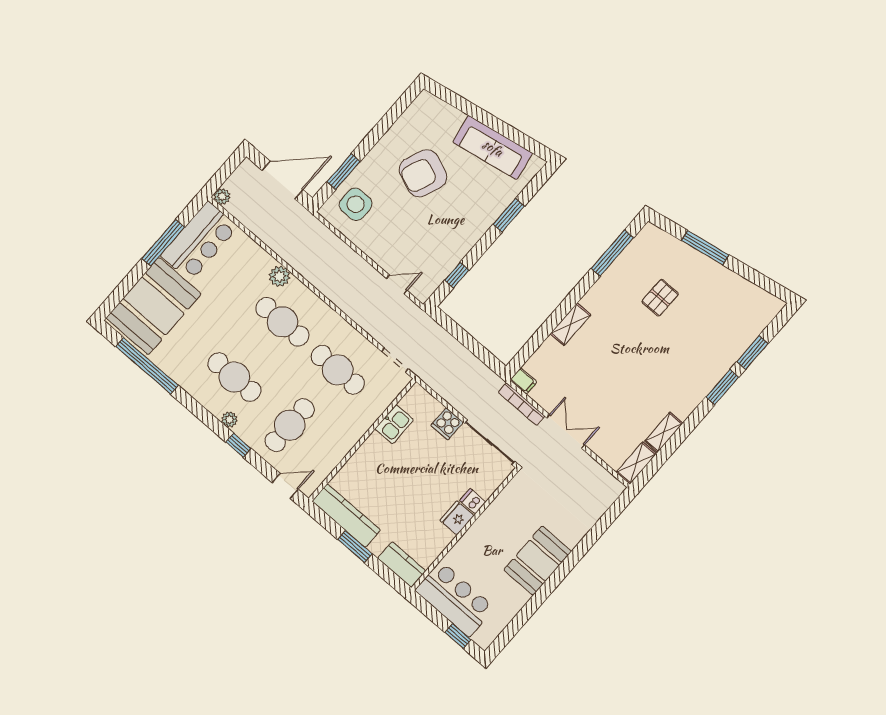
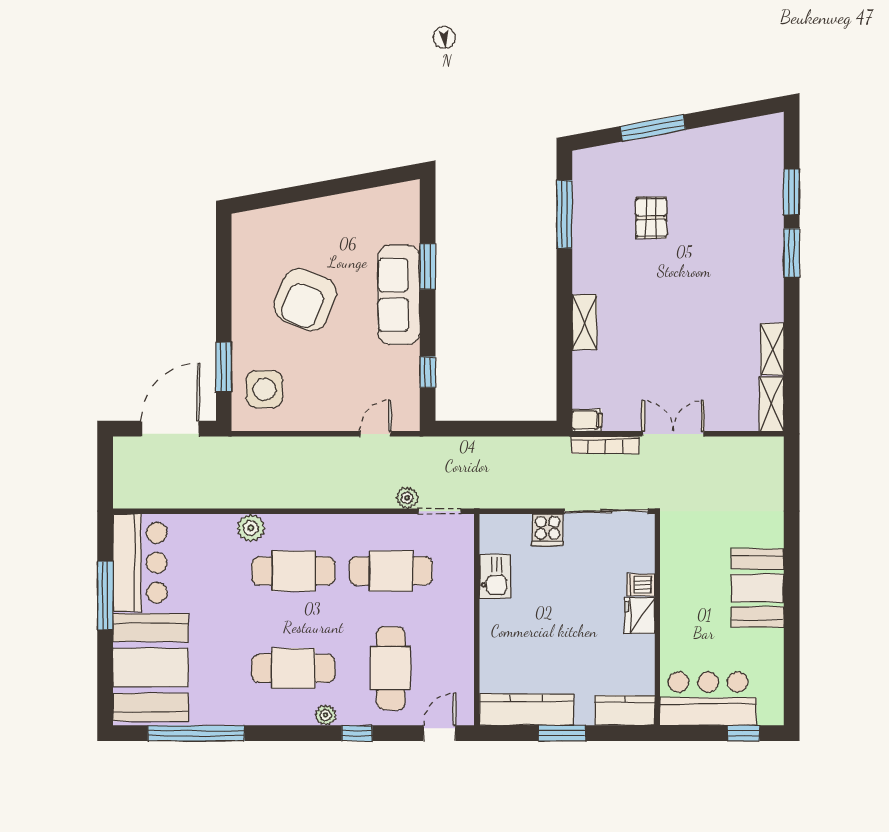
sofa: (493, 148) -> (399, 295), moved, turned 100
plant: (222, 196) -> (407, 498), moved

